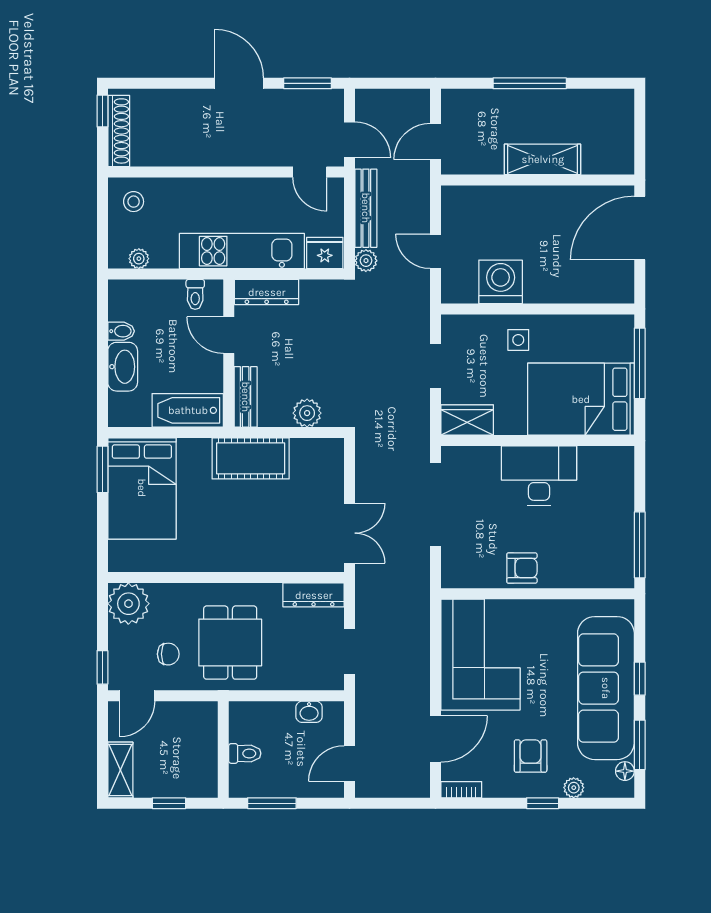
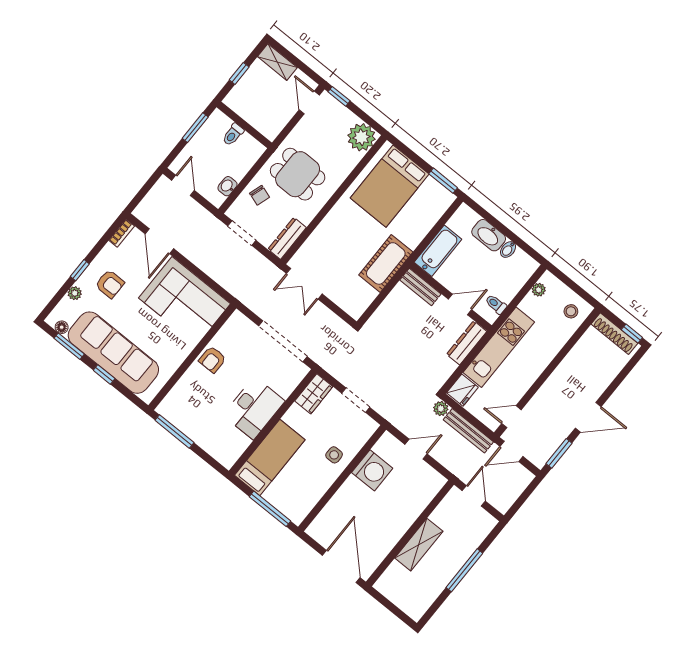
bed: (581, 399) -> (270, 457), width x0.67
plant: (307, 413) -> (386, 313), removed
bed: (142, 488) -> (390, 186), moved, turned -90
chair: (168, 654) -> (260, 195), moved, turned -72

